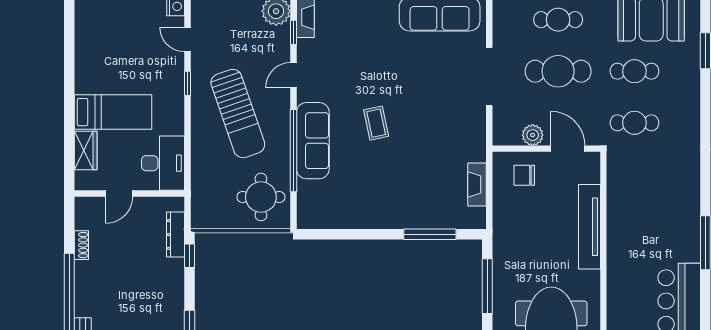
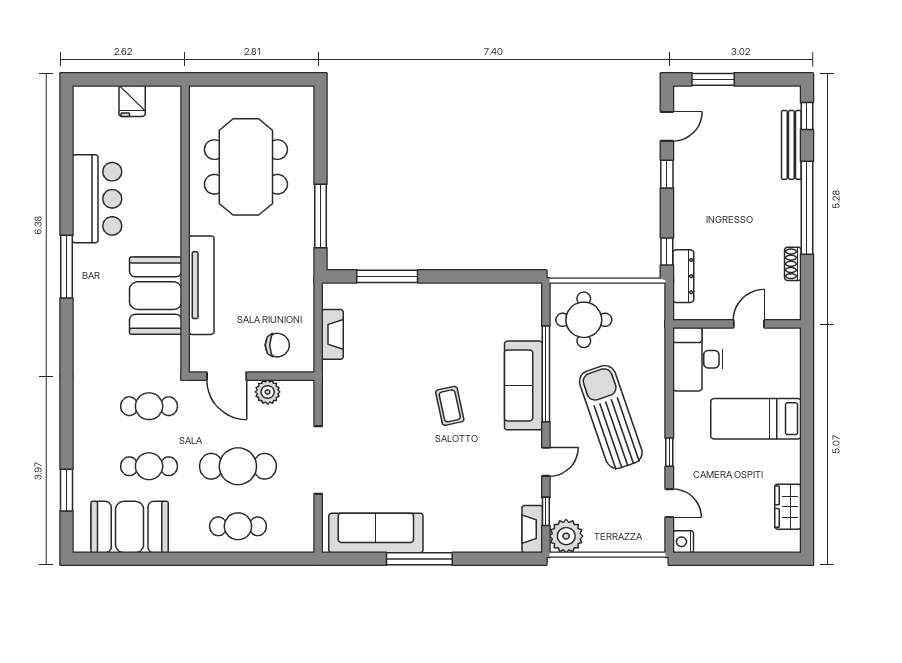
wardrobe: (86, 150) -> (788, 507), moved
booth: (629, 218) -> (156, 296), added

